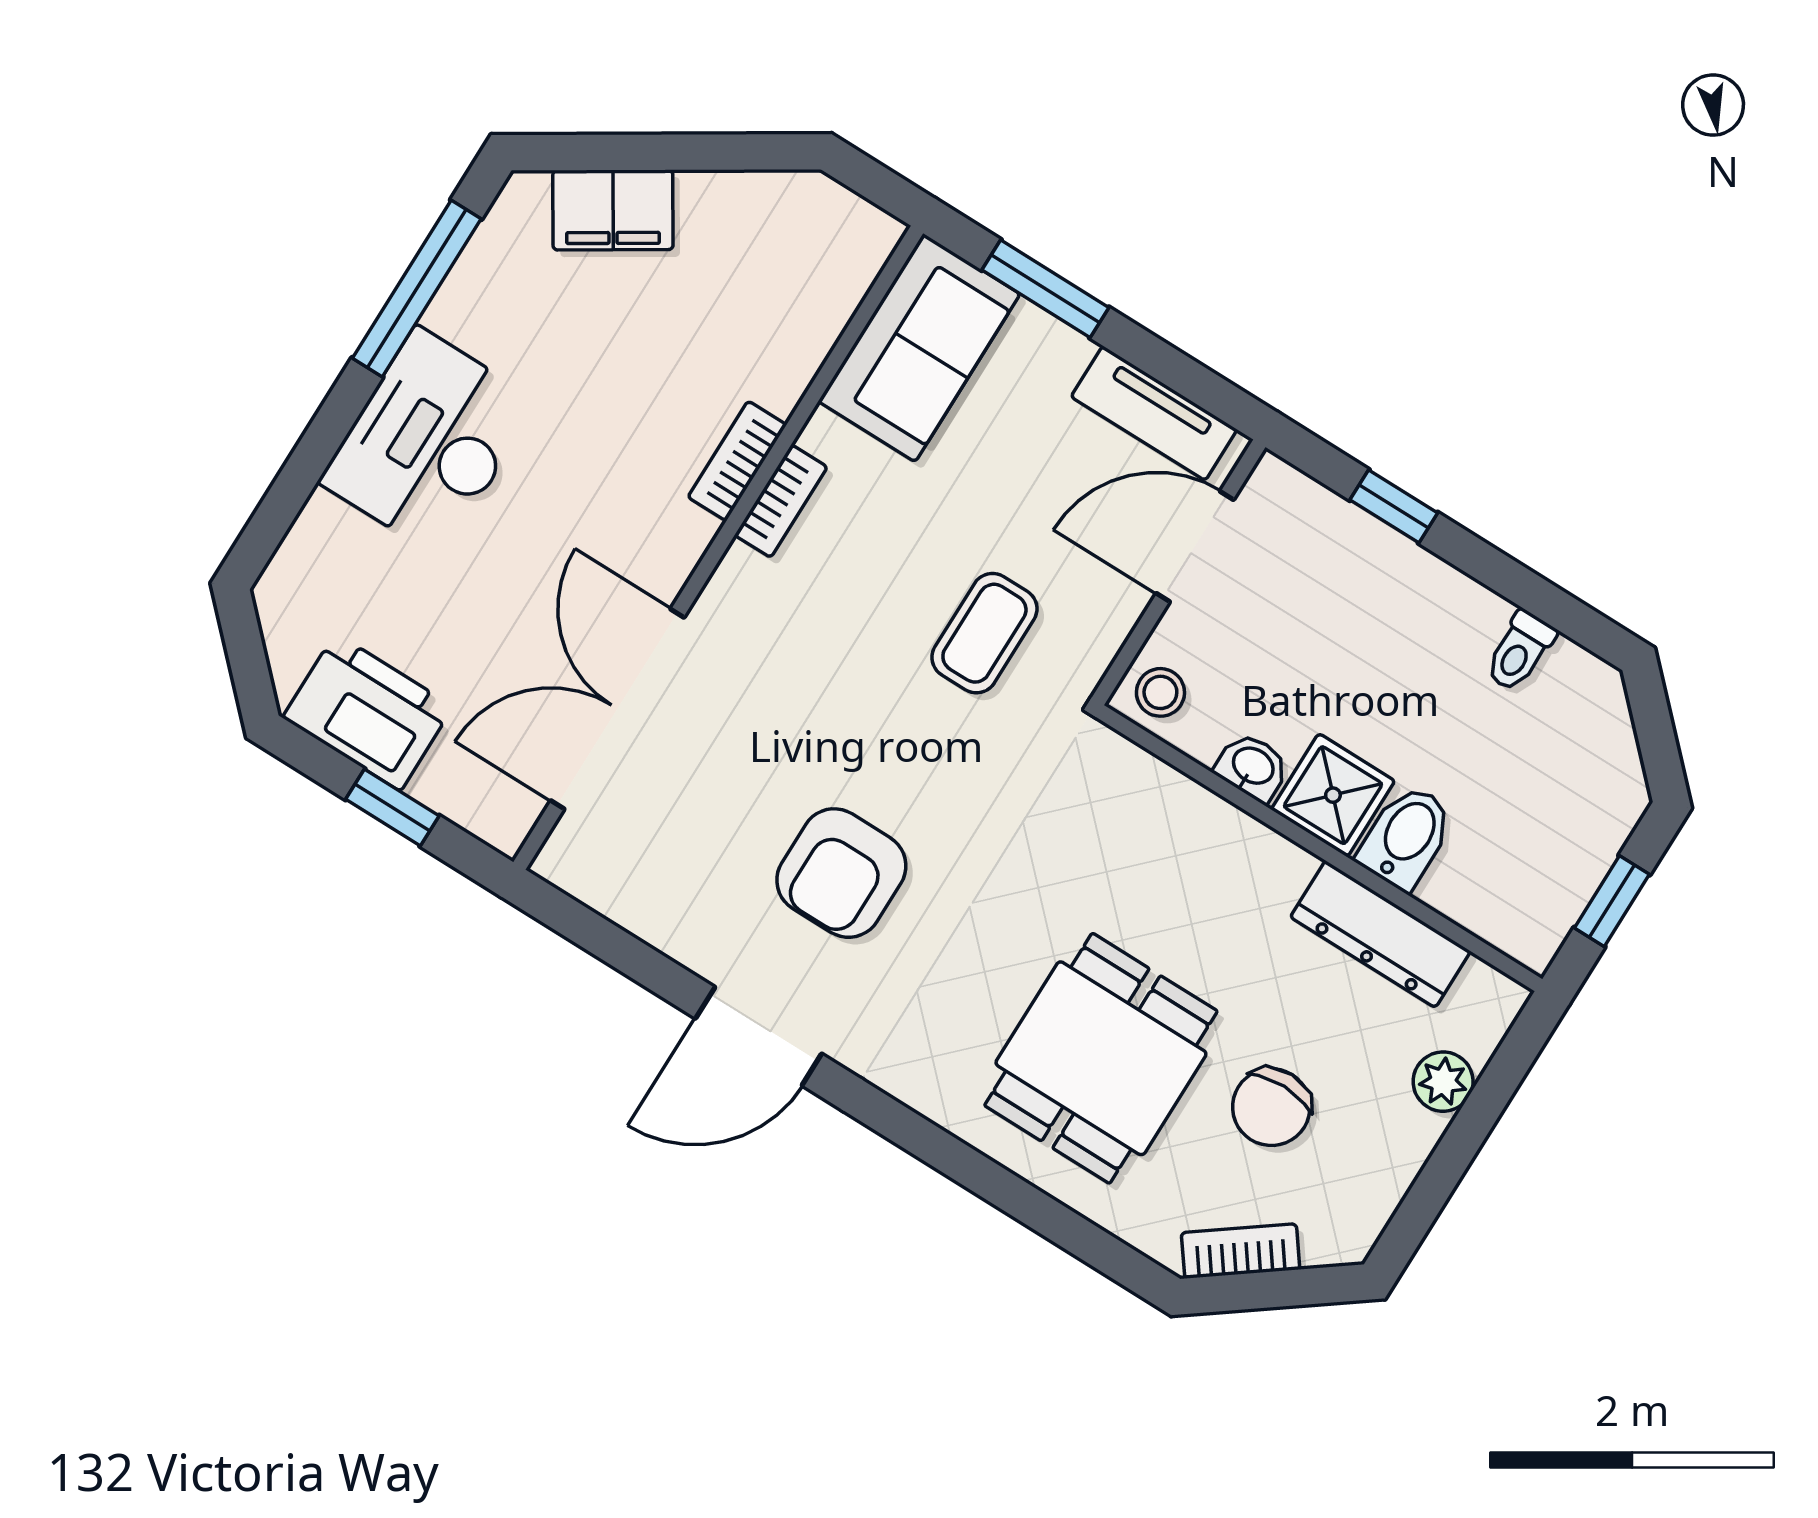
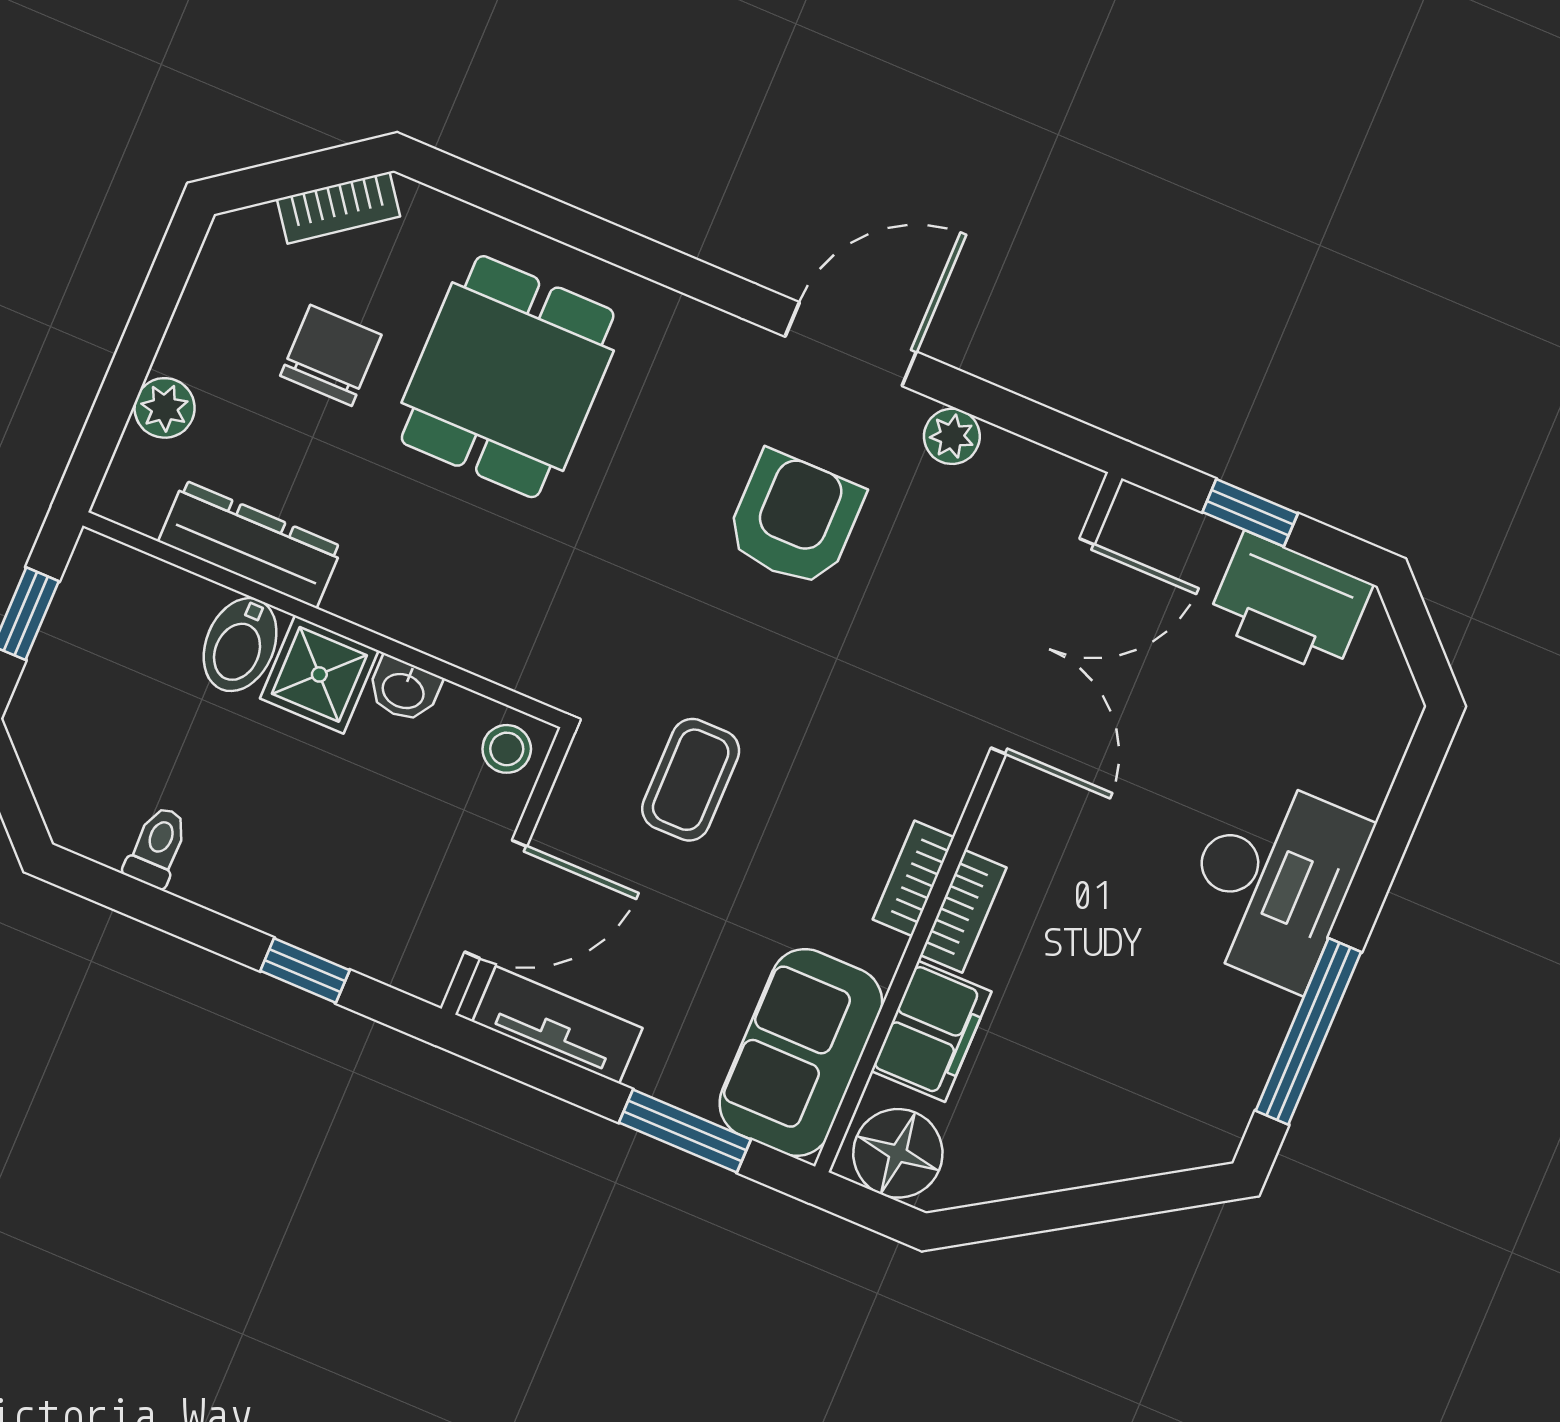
filing cabinet: (613, 210) -> (931, 1031), moved, turned 122
floor lamp: (840, 233) -> (898, 1153), added
plant: (674, 930) -> (952, 436), added

